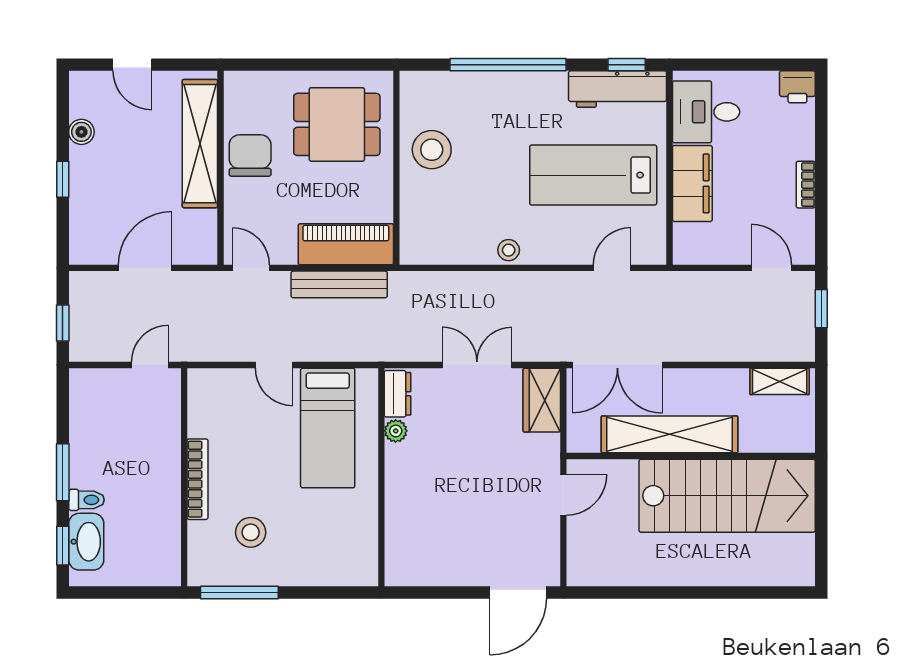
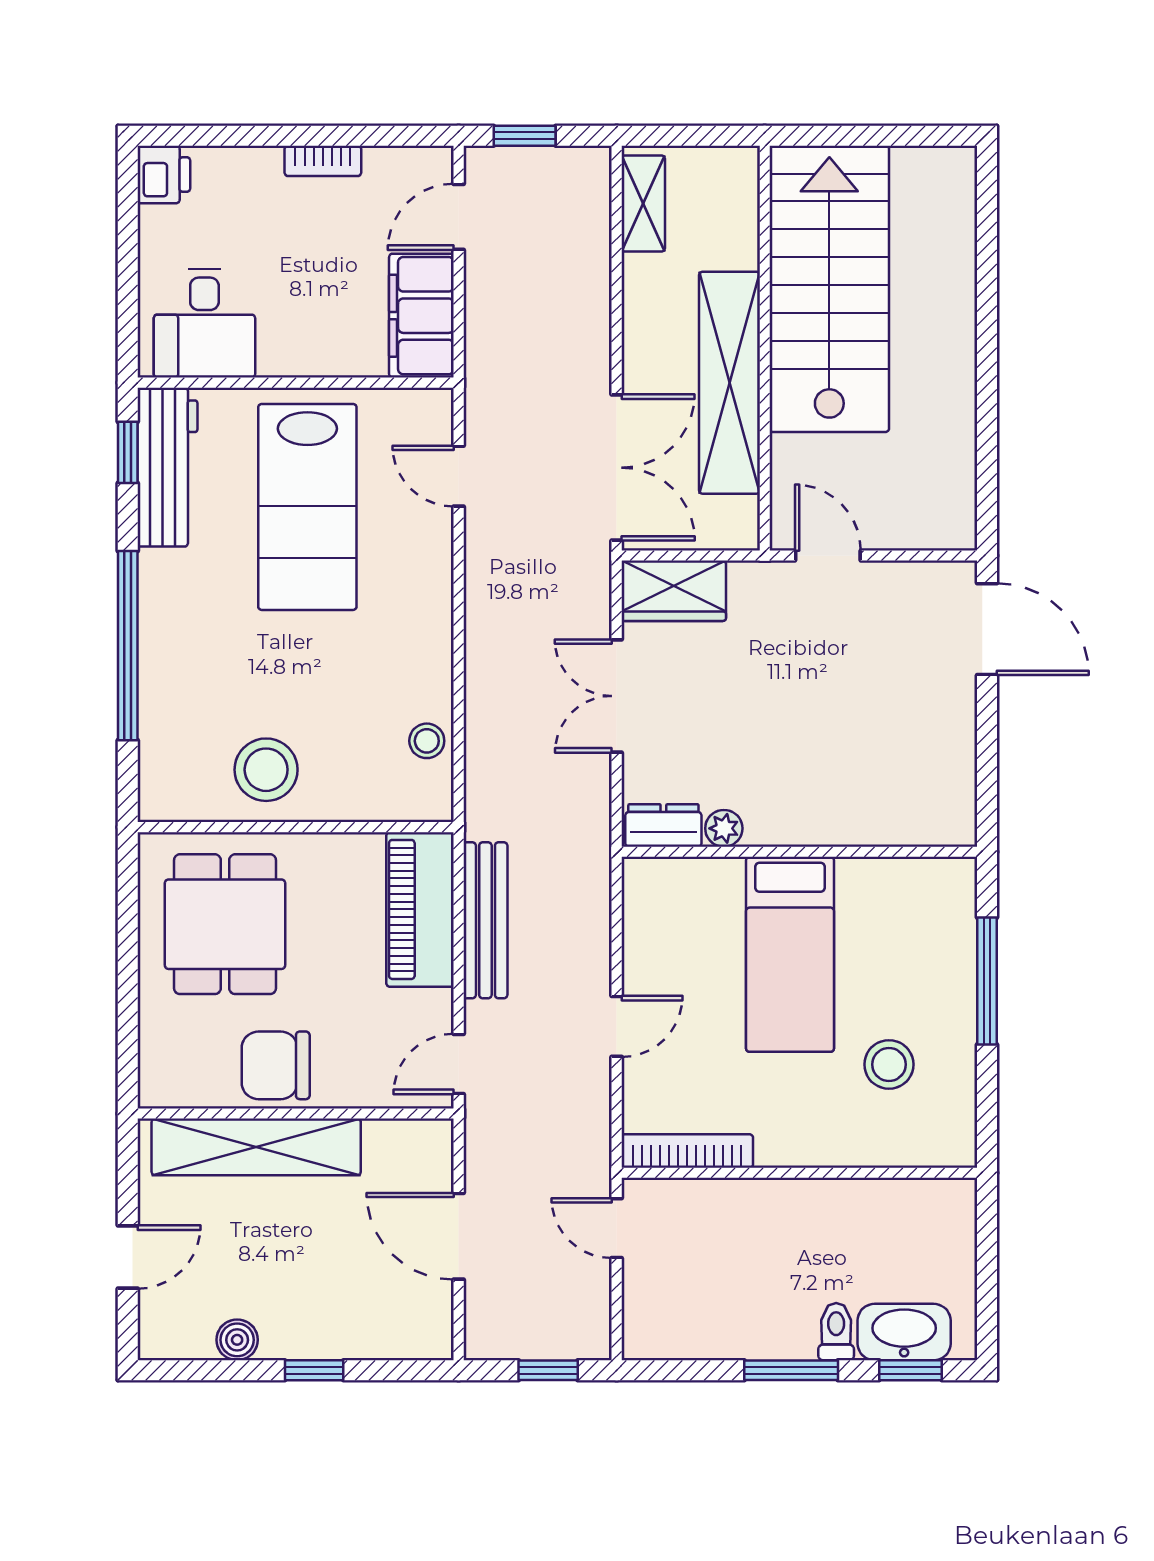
filing cabinet: (692, 183) -> (421, 316), moved, turned -90
stool: (509, 250) -> (427, 741), moved
bed: (328, 428) -> (790, 954), moved, turned 90
bookcase: (197, 479) -> (687, 1151), moved
window: (239, 593) -> (987, 981), moved

